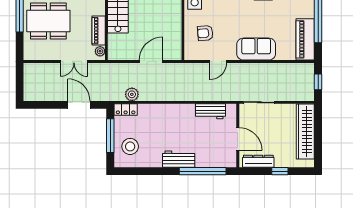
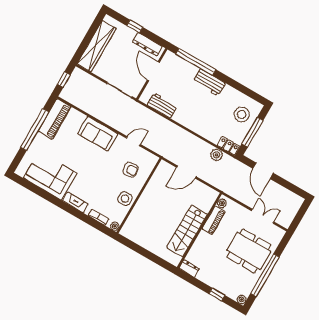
double door: (74, 61) -> (263, 216), moved

